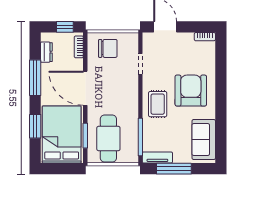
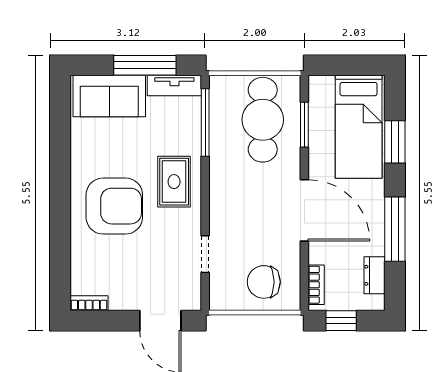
armchair: (191, 91) -> (114, 206), turned -90
bed: (62, 135) -> (359, 127), width x0.67
sofa: (204, 140) -> (109, 96), moved, turned 90

